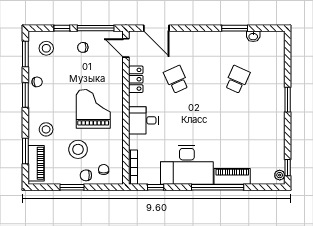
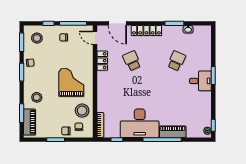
locker: (196, 38) -> (146, 31), added
desk: (143, 120) -> (200, 81), moved, turned 180
stool: (78, 149) -> (82, 111), moved

